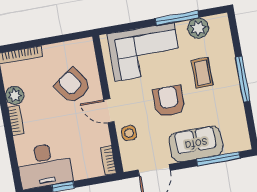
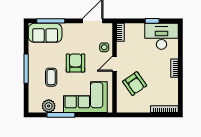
plant: (15, 95) -> (172, 84), removed
armchair: (169, 101) -> (76, 63), turned 180
door: (109, 111) -> (114, 64), swing flipped
sofa: (196, 144) -> (45, 33), moved

